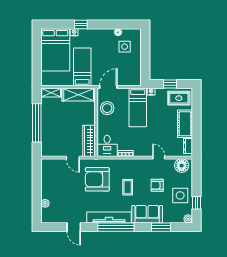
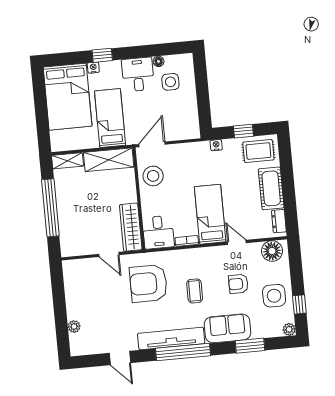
desk: (103, 40) -> (138, 75), added
bed: (138, 107) -> (210, 214), moved, turned 180

